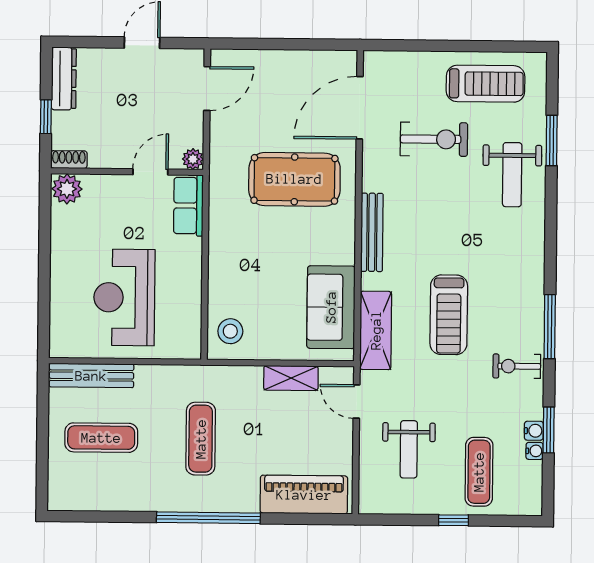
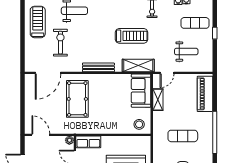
door: (360, 108) -> (48, 73), hinge flipped
sofa: (331, 307) -> (141, 91), moved, turned 90

